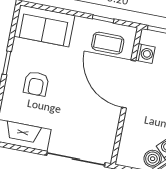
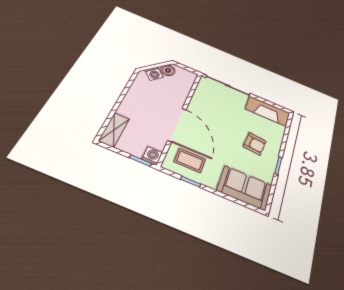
washing machine: (145, 54) -> (152, 156), moved, turned 90
armchair: (36, 84) -> (255, 144), turned 96

